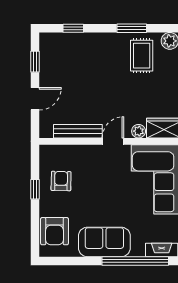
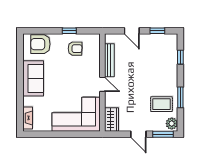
plant: (139, 131) -> (109, 102), removed
window: (135, 261) -> (20, 100), removed

